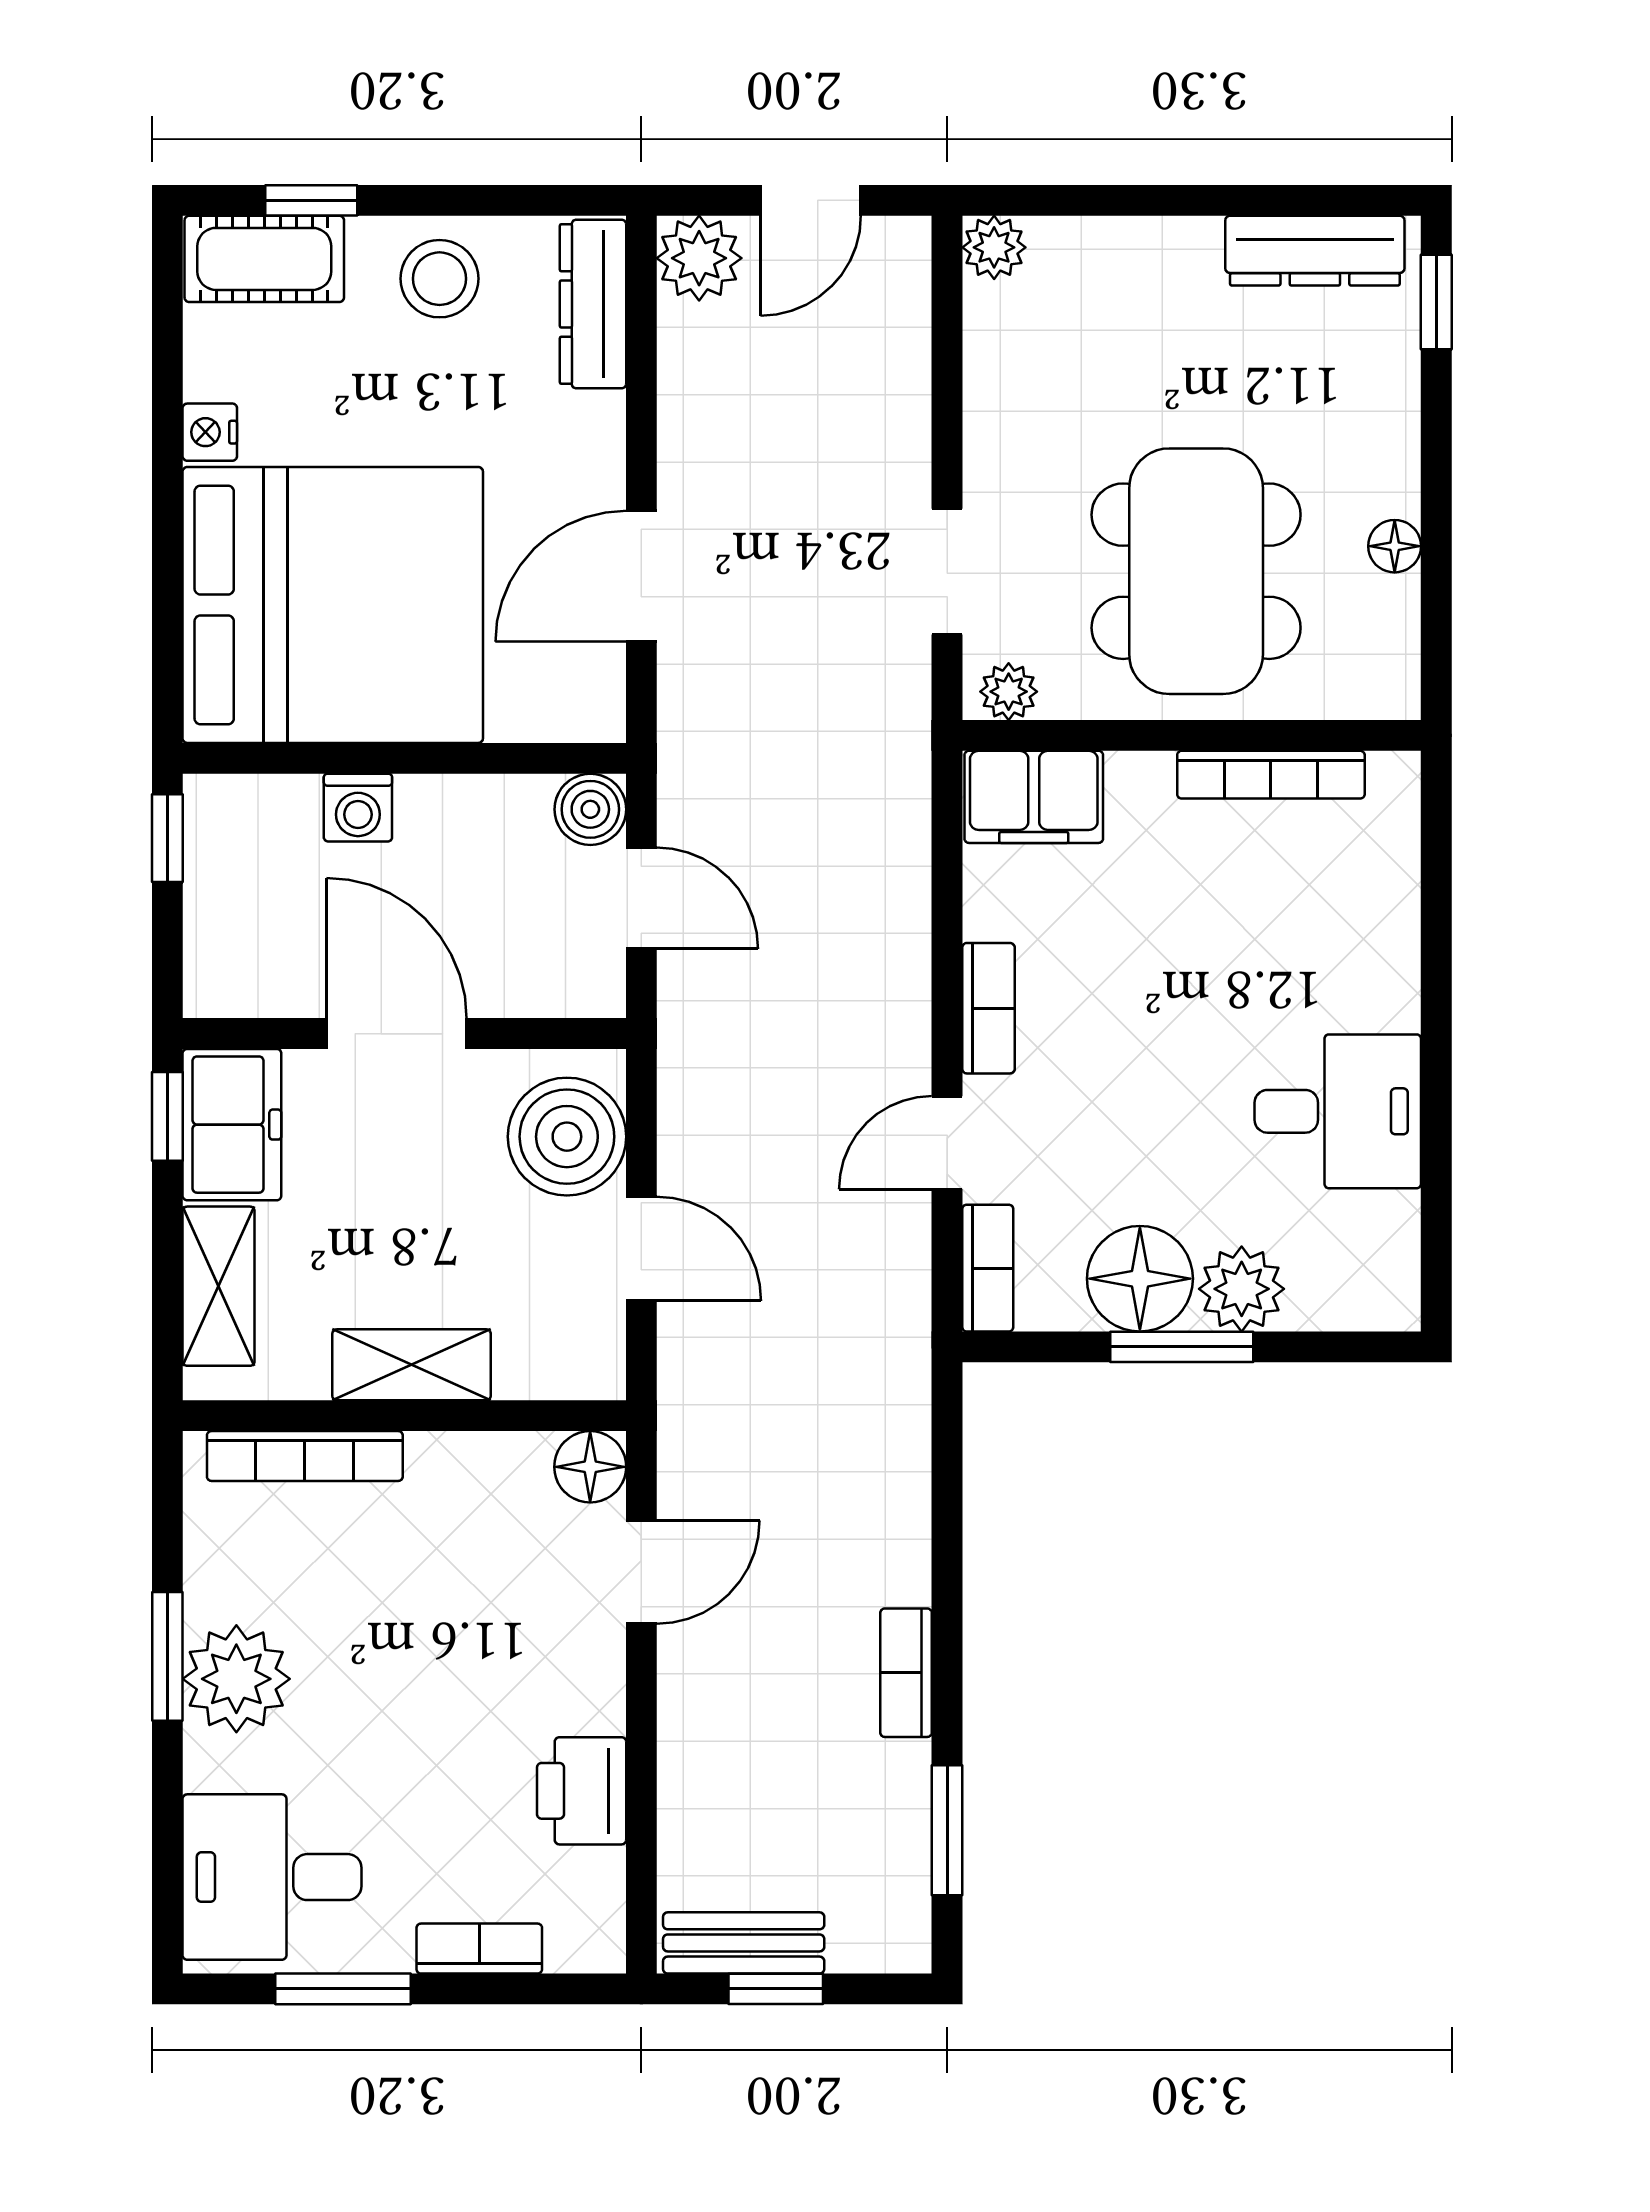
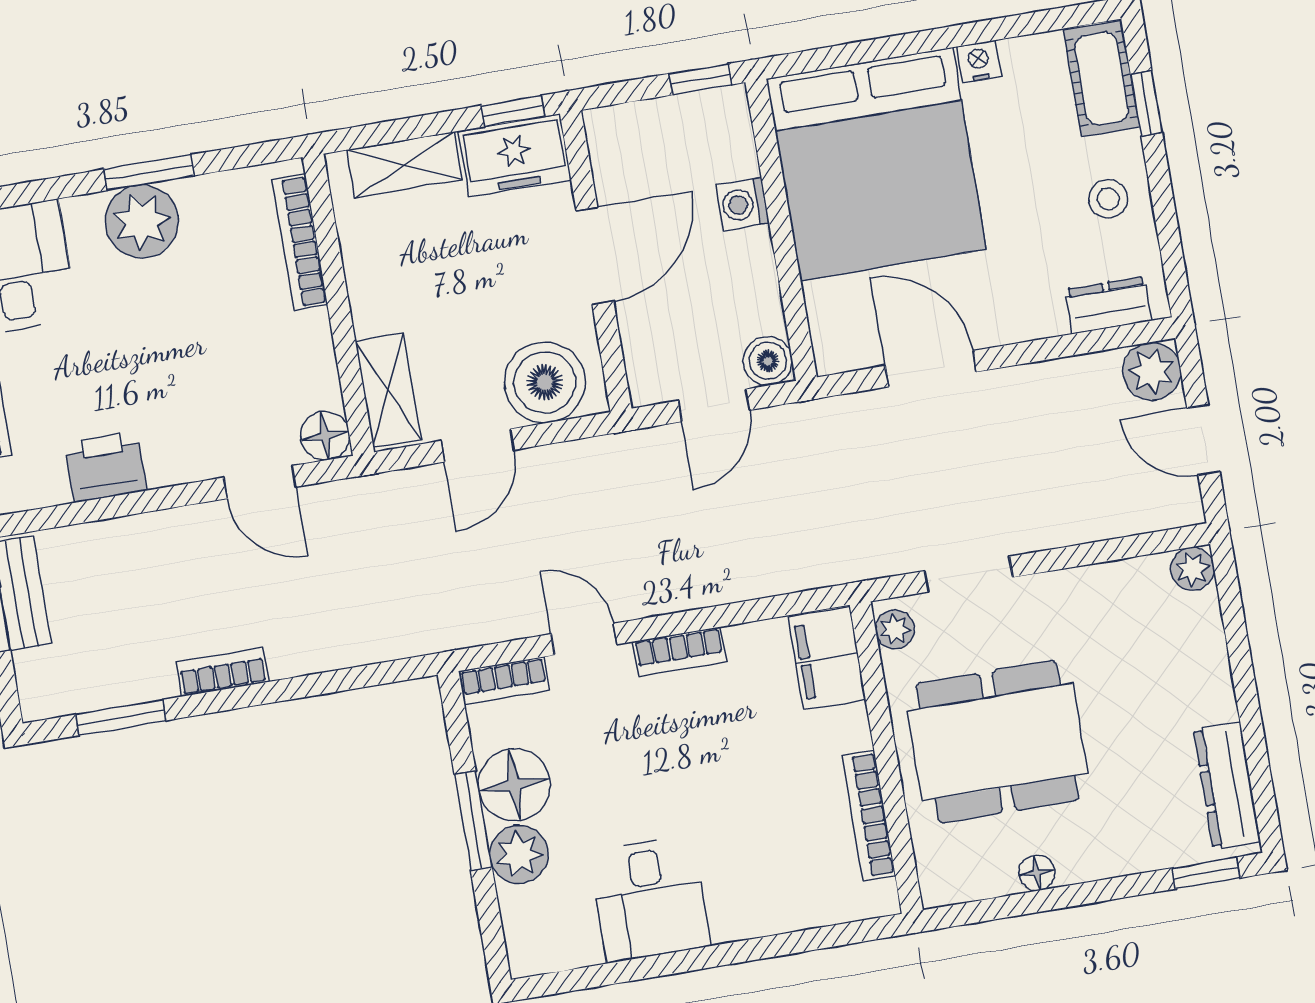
stool: (439, 279) -> (1108, 199), width x0.73, depth x0.73
dresser: (593, 304) -> (1109, 305), width x0.70
shelving: (412, 1365) -> (388, 390), moved

